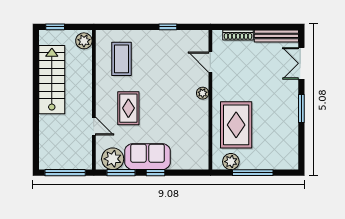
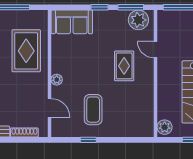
coffee table: (121, 59) -> (93, 110), moved
sofa: (147, 157) -> (72, 22), moved
plant: (231, 162) -> (31, 17), removed

